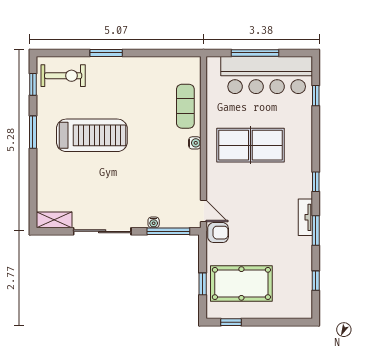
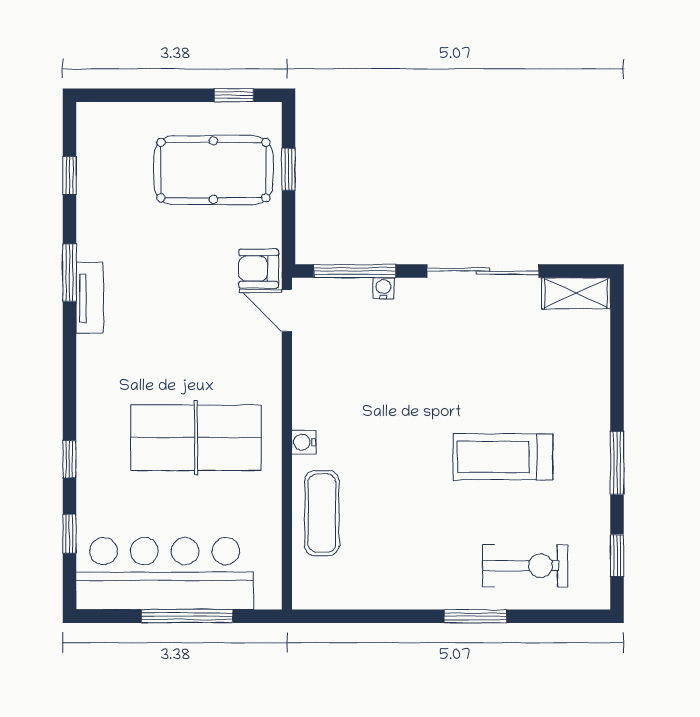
exercise bike: (63, 76) -> (525, 566), moved, turned 180
treadmill: (92, 135) -> (503, 457), width x0.73, depth x0.73
window: (316, 182) -> (69, 459), moved

